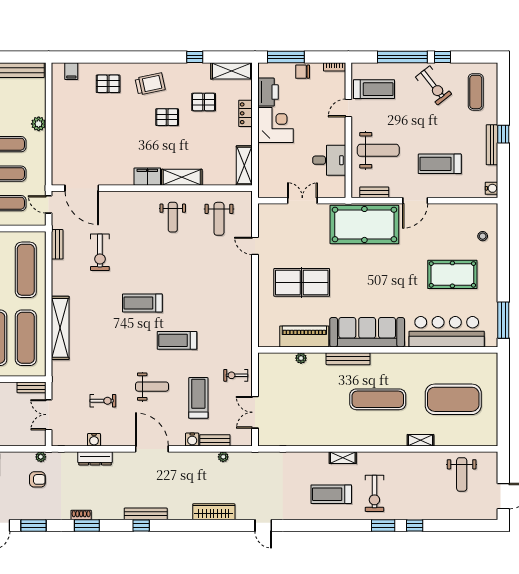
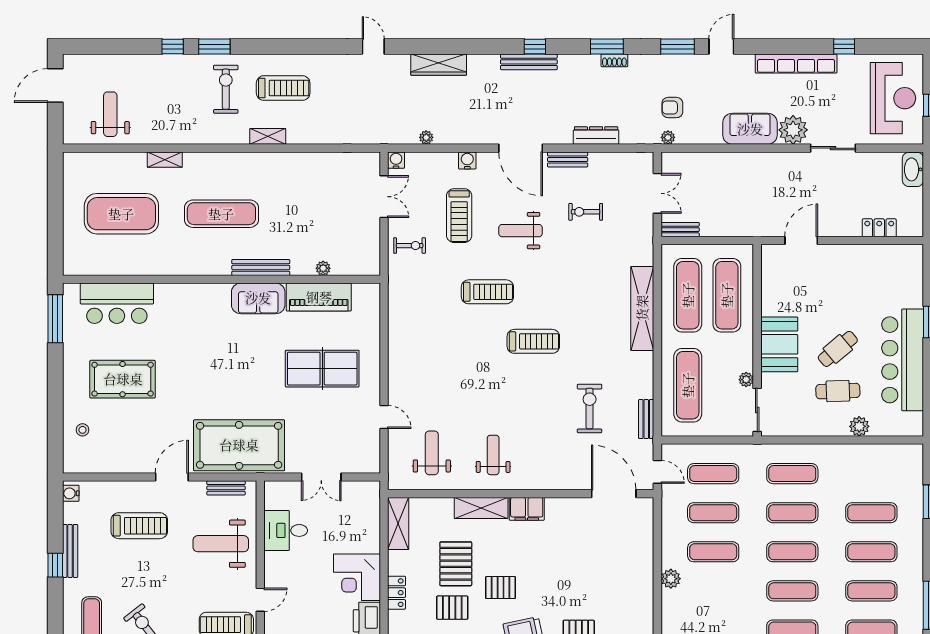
pallet: (201, 135) -> (456, 564), added
sofa: (367, 332) -> (258, 298), width x0.54, depth x0.79
bar counter: (447, 332) -> (117, 303), width x0.73
water cooler: (94, 440) -> (396, 160), moved
bench: (215, 440) -> (568, 159), moved

